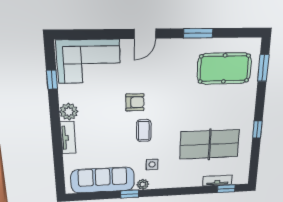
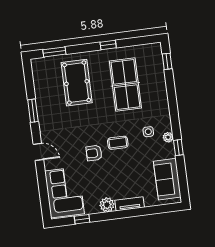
pool table: (224, 69) -> (77, 83), moved
armchair: (135, 102) -> (94, 153), turned -90
sofa: (103, 180) -> (167, 179), width x0.73
tv unit: (217, 181) -> (160, 71), removed

